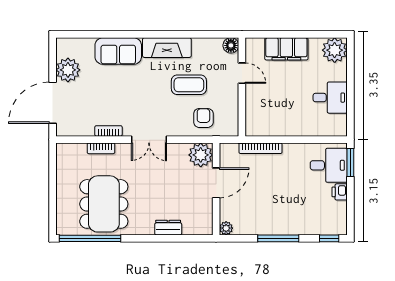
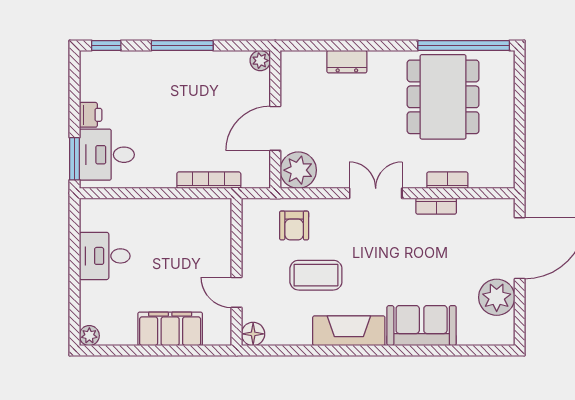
plant: (335, 50) -> (89, 336), width x0.53, depth x0.53

